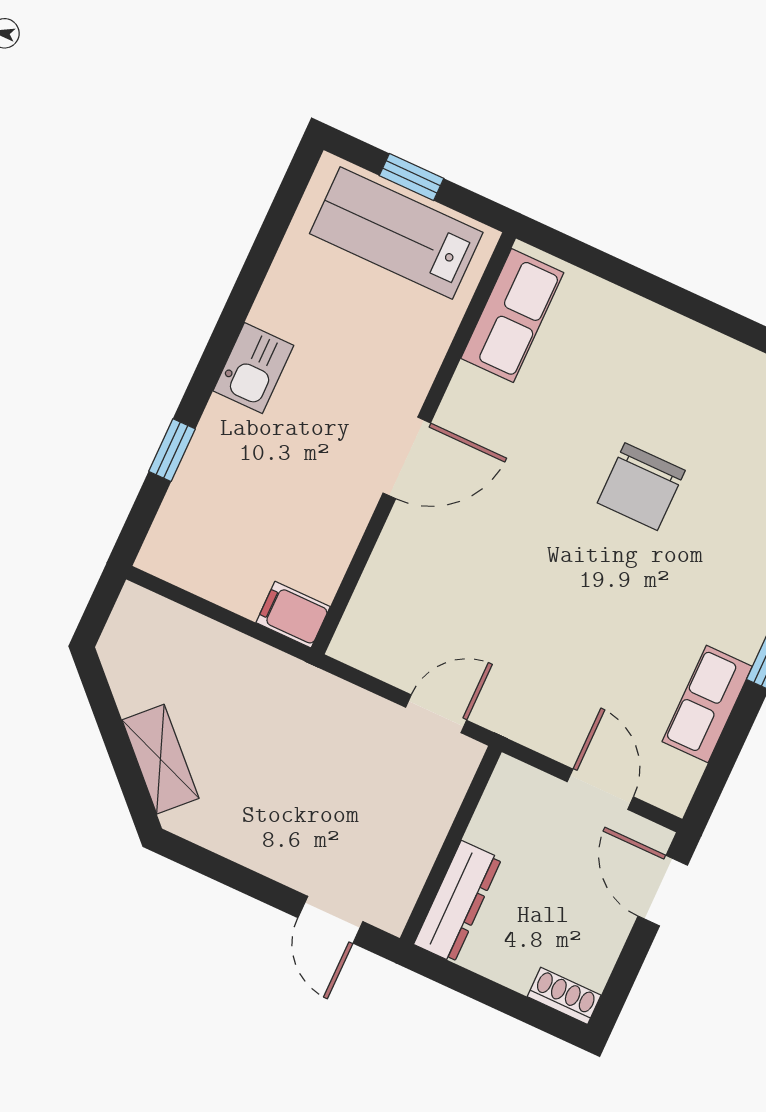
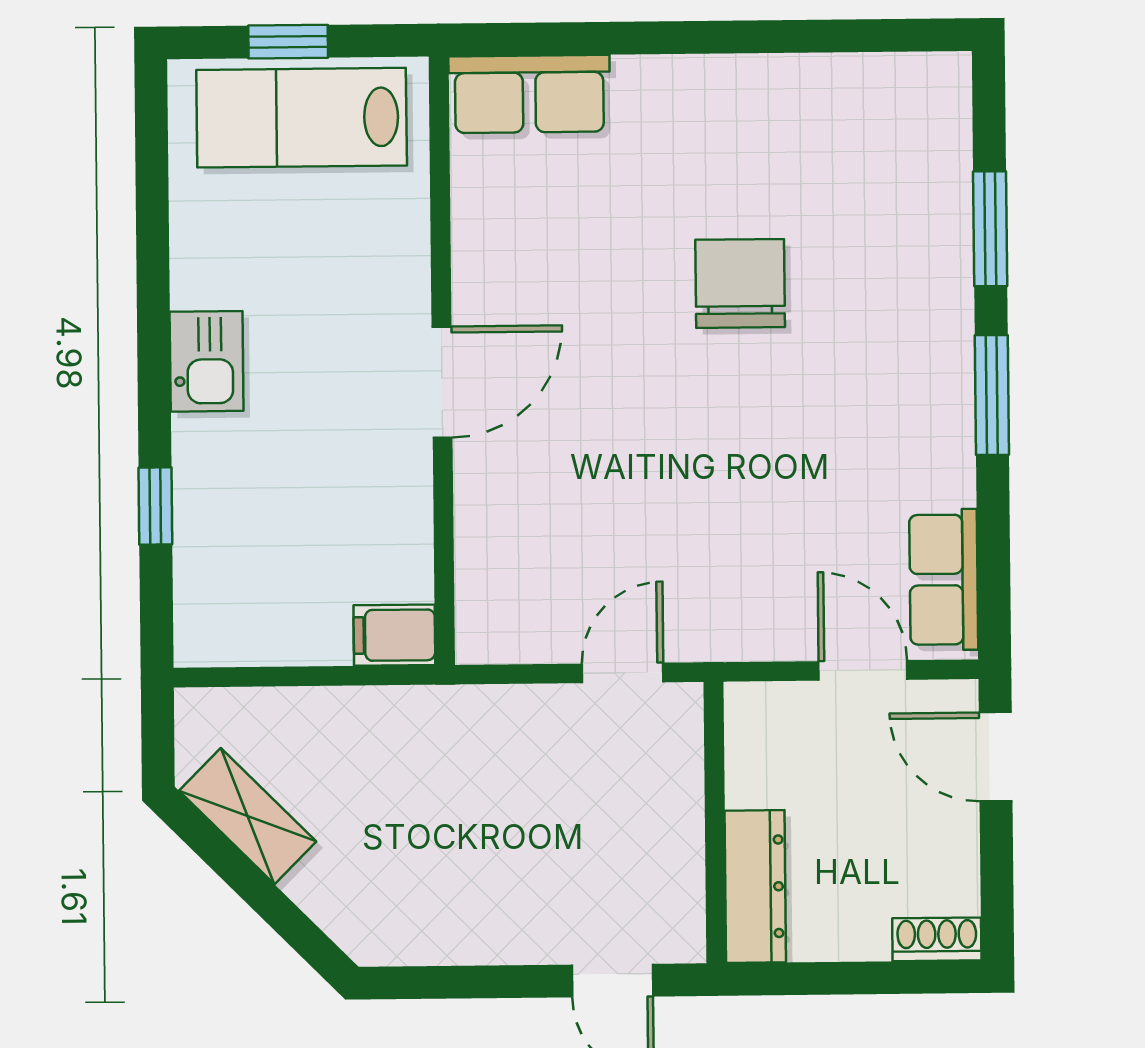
row of seats: (512, 315) -> (529, 94), moved, turned 90
chair: (641, 487) -> (740, 283), turned 180
row of seats: (707, 704) -> (944, 580), moved
shelving: (160, 759) -> (248, 816), moved

